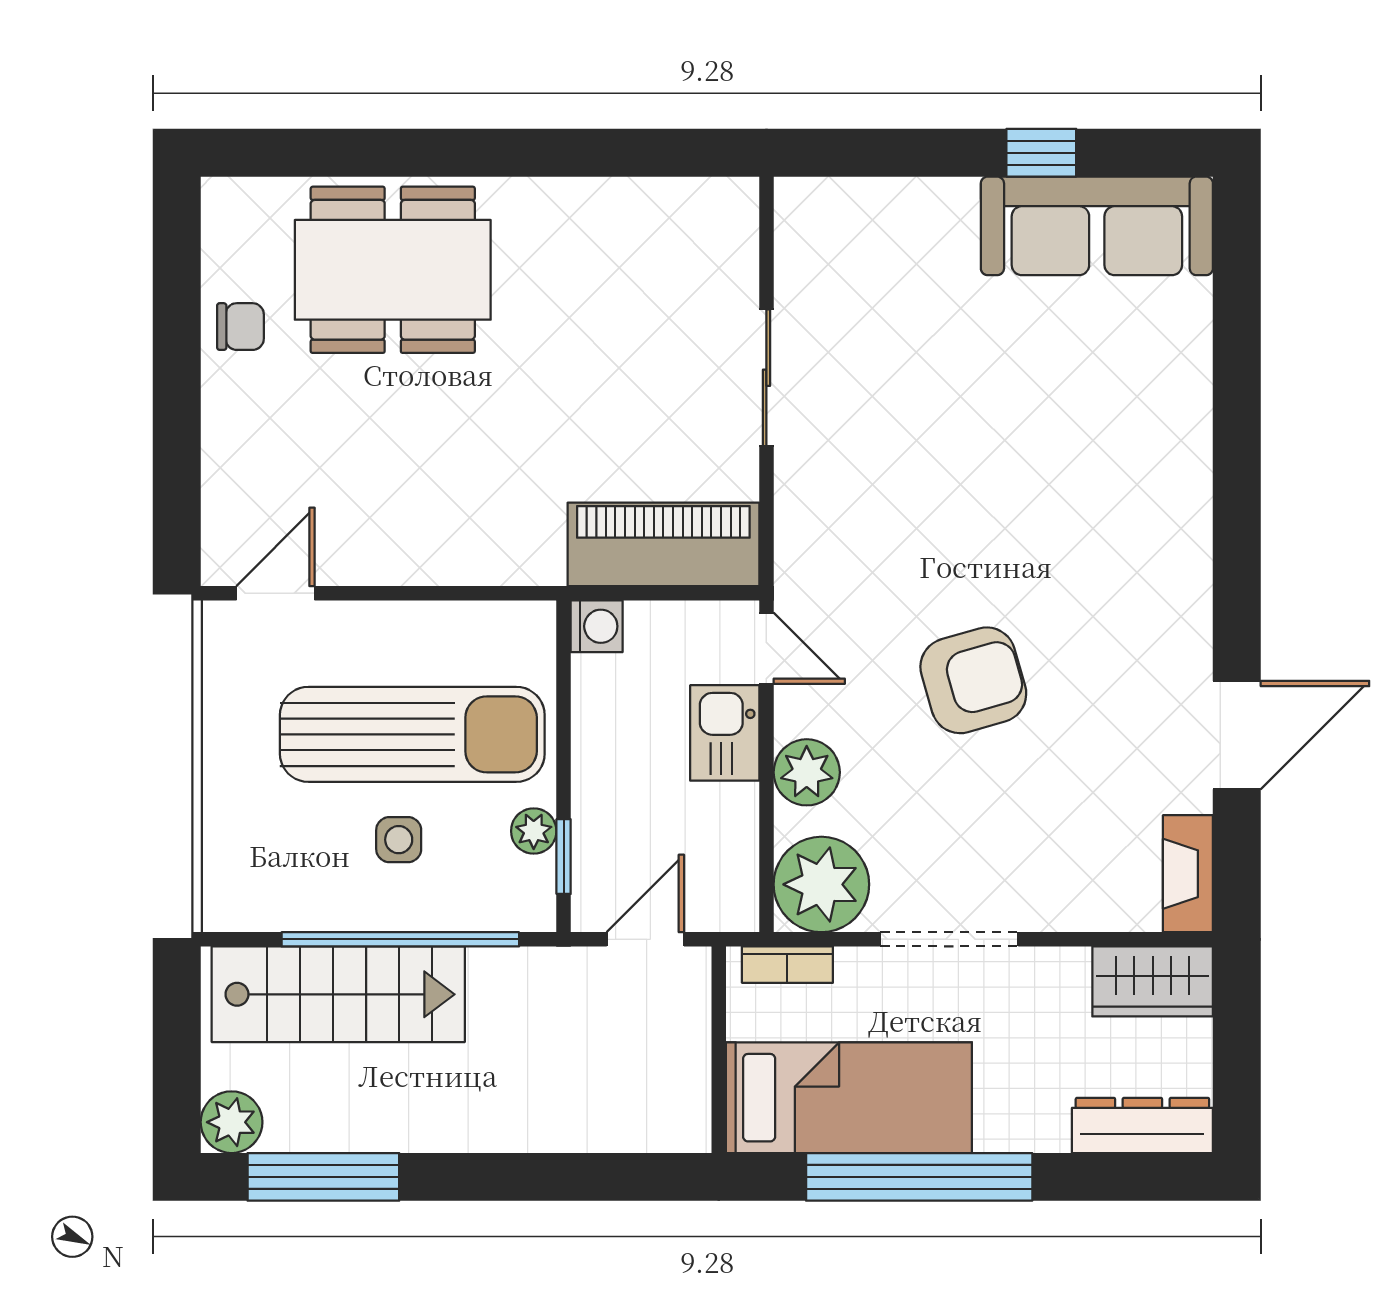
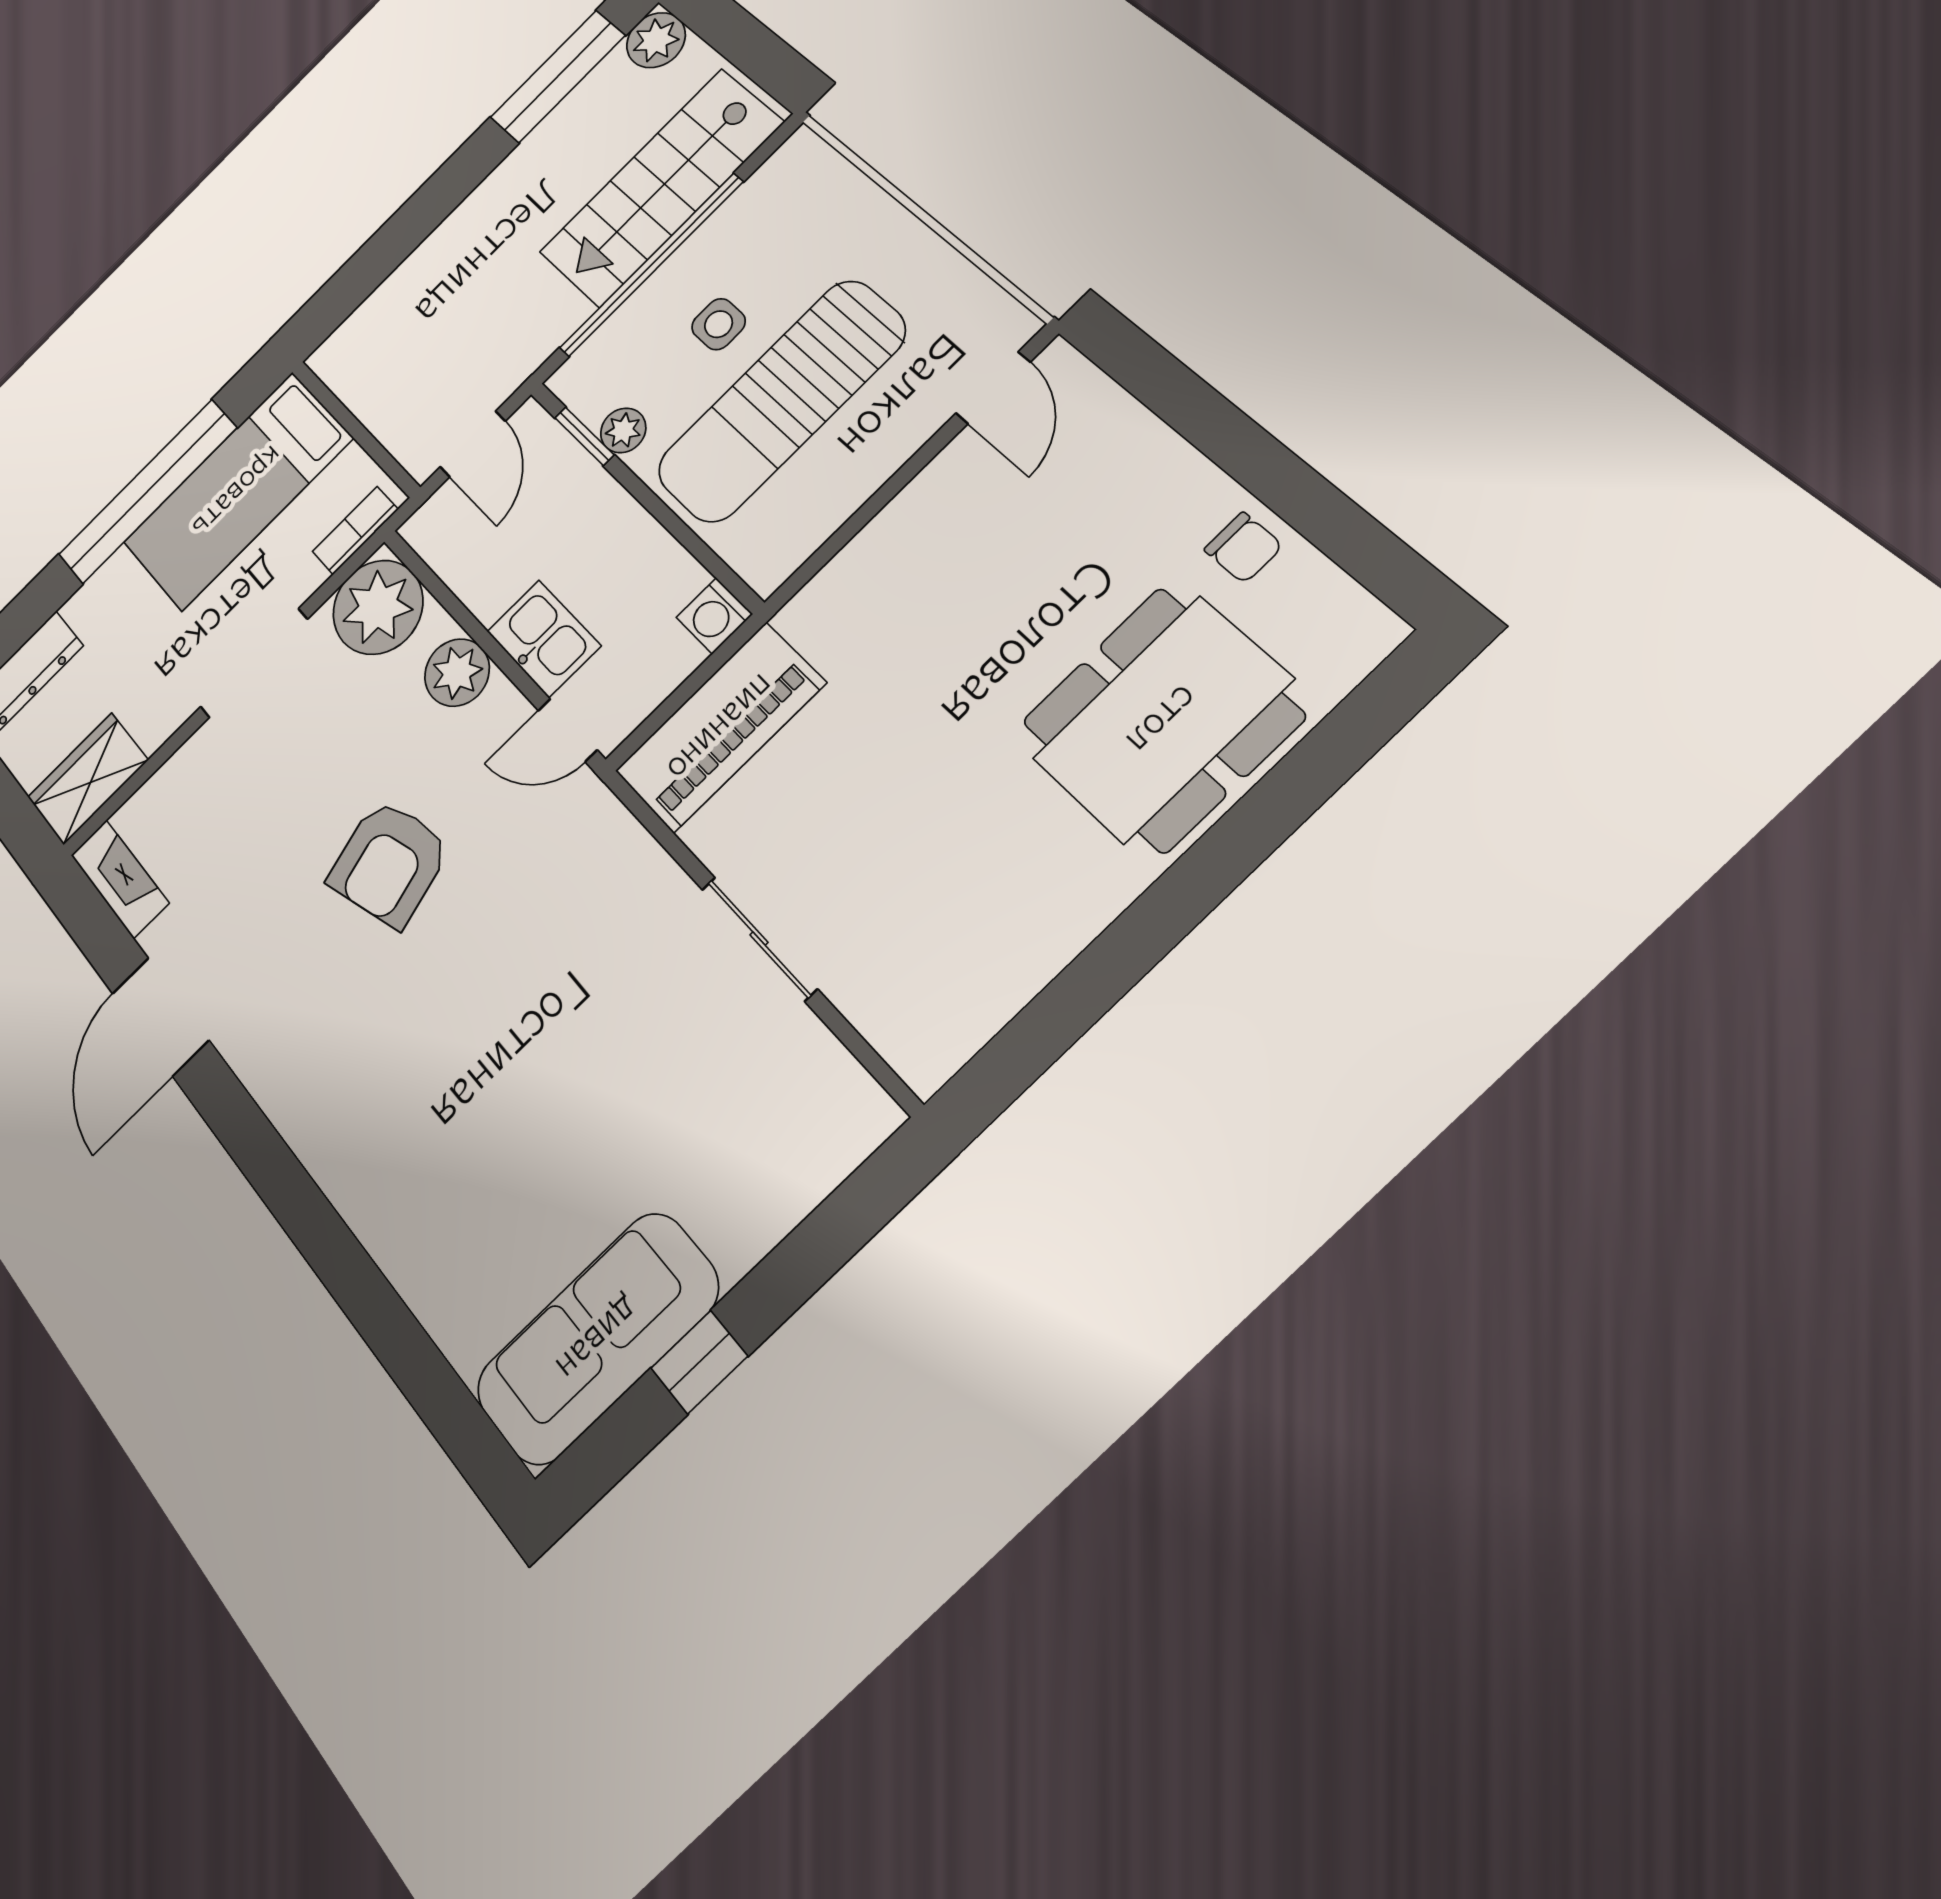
chair: (240, 327) -> (1243, 548), turned -90

